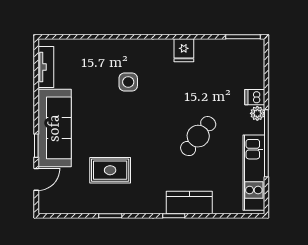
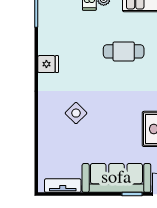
side table: (128, 82) -> (76, 113), turned 45
cafe table: (198, 136) -> (124, 51), turned -39

